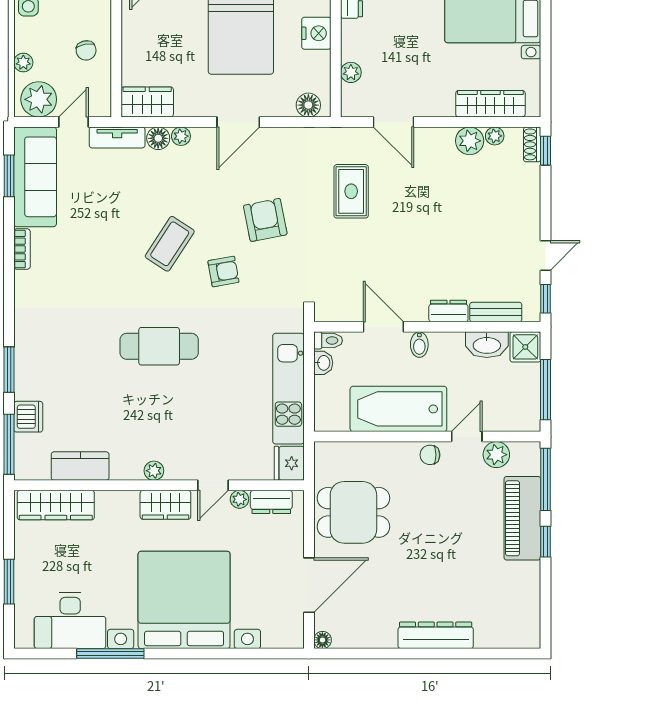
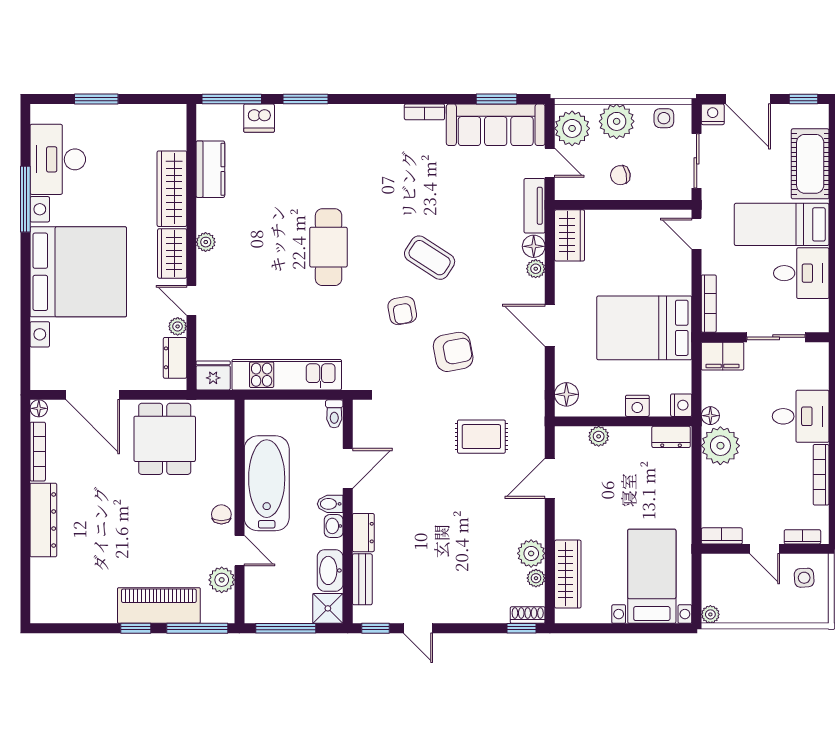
nightstand: (316, 33) -> (637, 406), width x0.74, depth x0.75
plant: (23, 62) -> (617, 121), width x1.88, depth x1.88
washbasin: (323, 363) -> (334, 526), moved, turned 90
wardrobe: (56, 505) -> (172, 189), moved
bookcase: (366, 641) -> (38, 452), added

